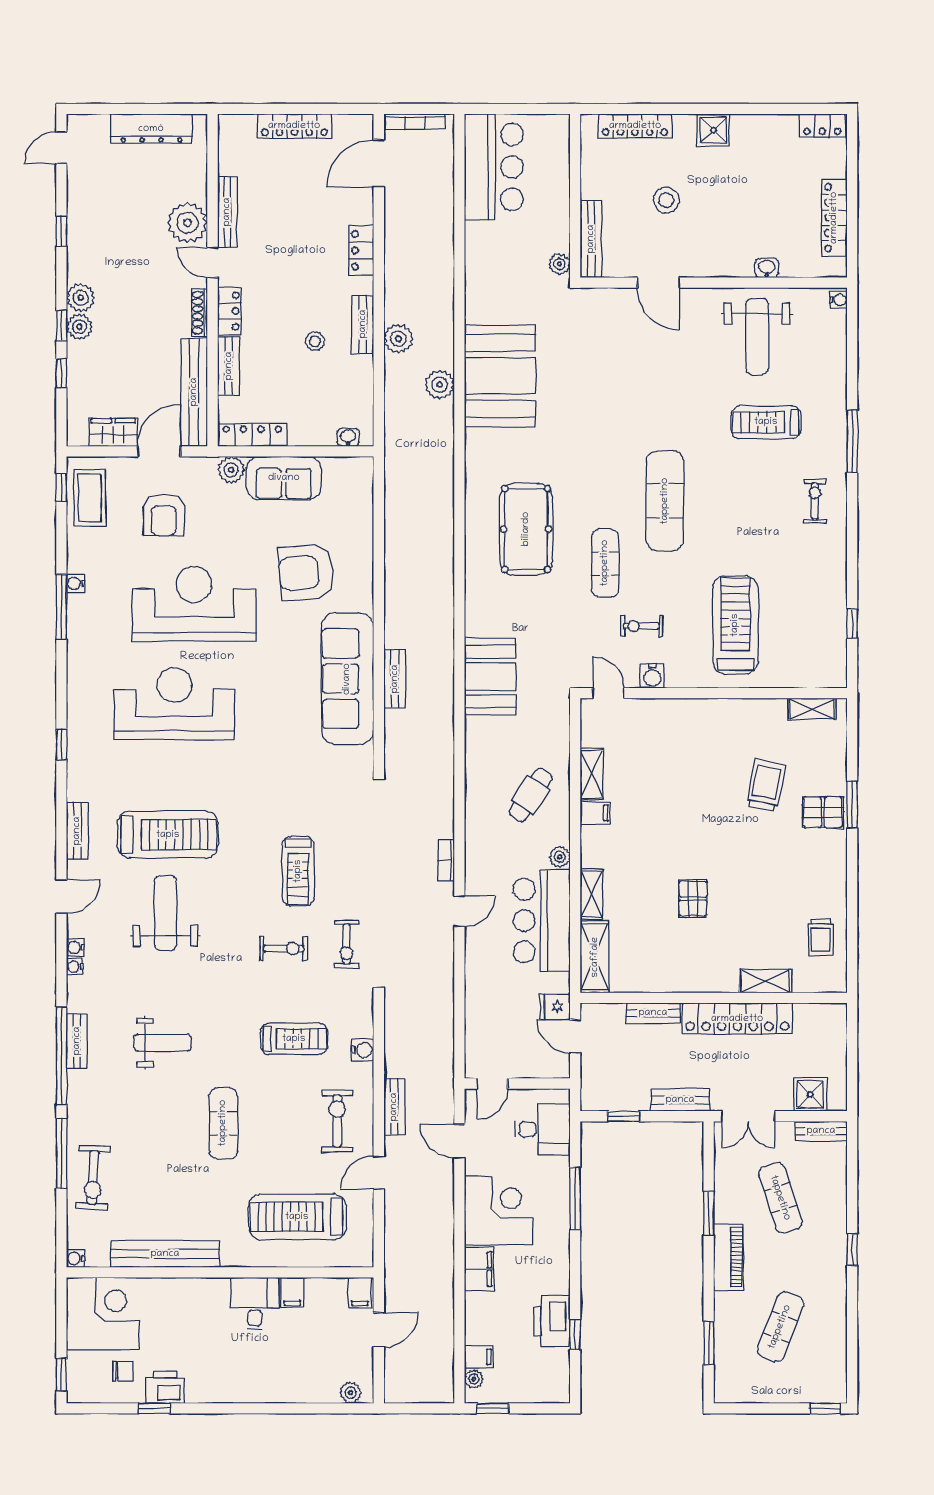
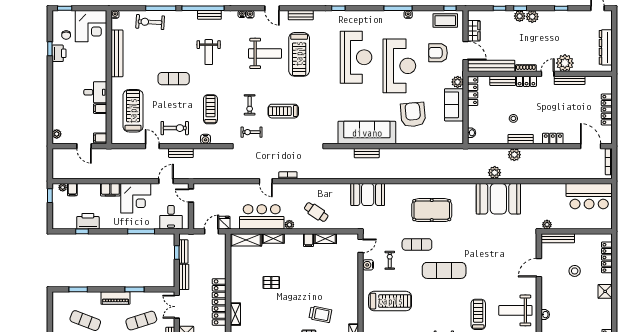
bench: (653, 1013) -> (183, 251), moved
treadmill: (294, 1039) -> (210, 109), turned 180

